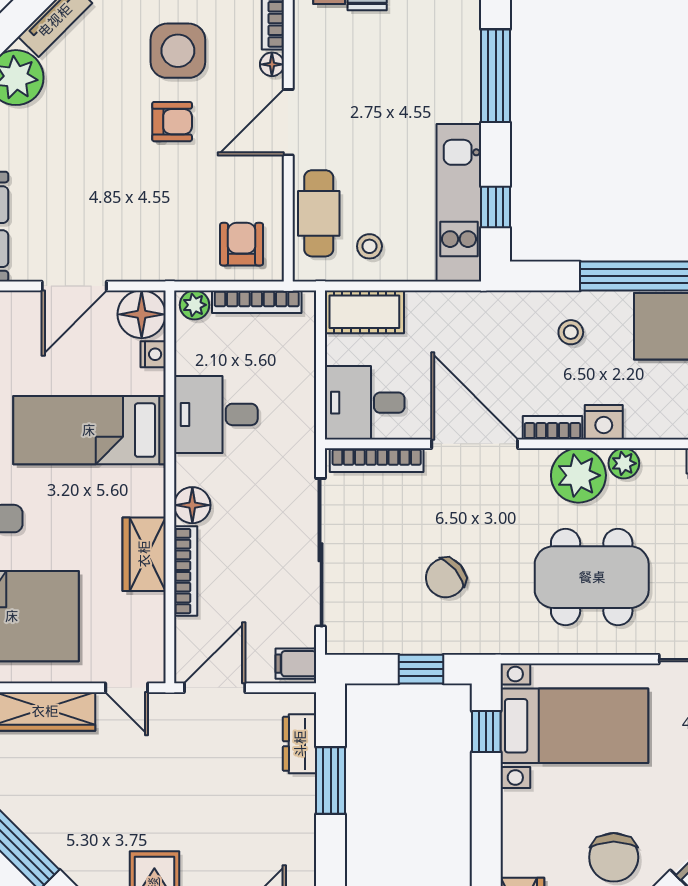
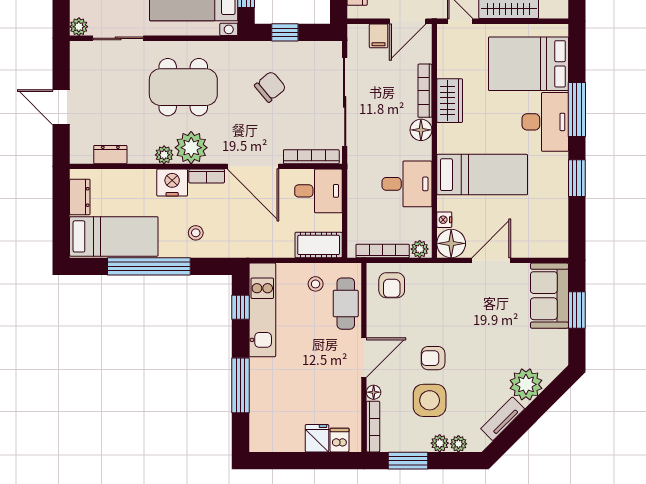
nightstand: (604, 422) -> (172, 183), width x1.36, depth x1.33
filing cabinet: (296, 664) -> (379, 36), moved, turned 90

